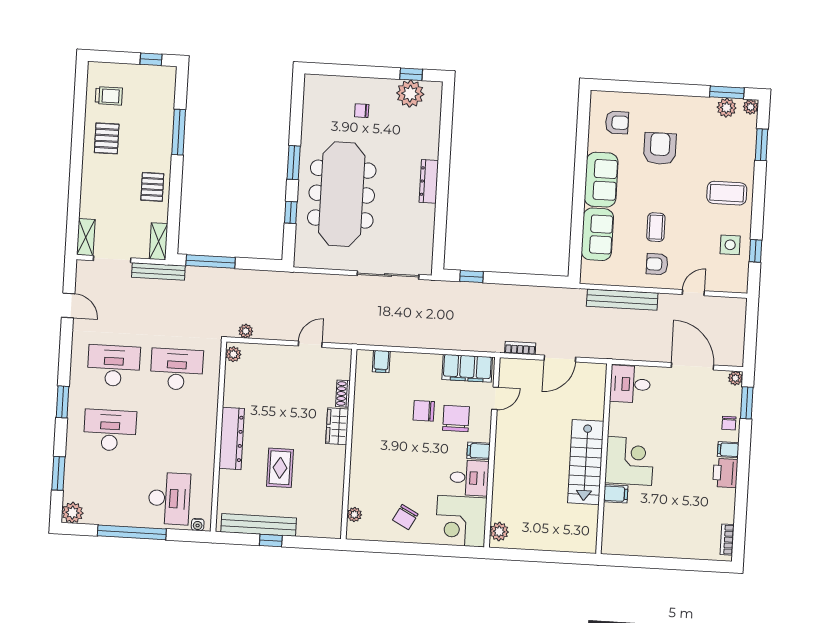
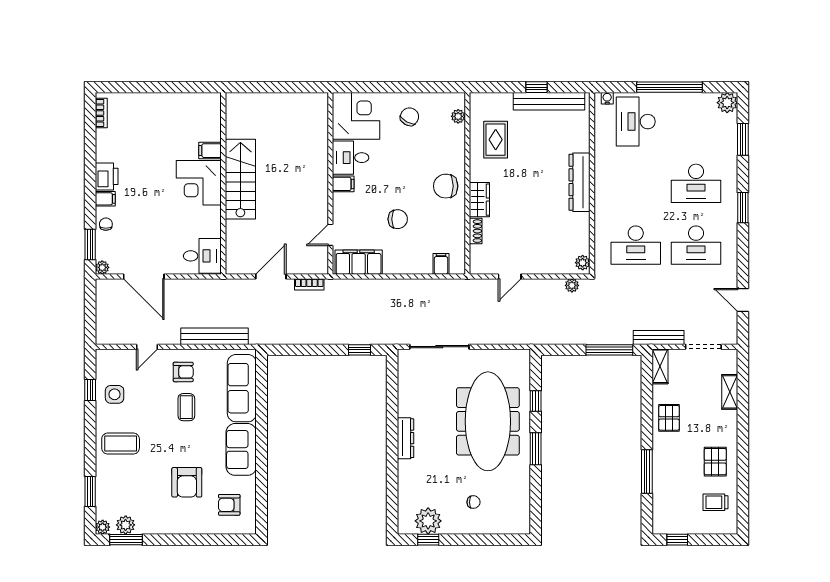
sofa: (597, 234) -> (242, 388), width x1.36
shelving: (86, 237) -> (730, 392), moved
chair: (456, 419) -> (446, 186), moved, turned 90
rug: (280, 468) -> (496, 140), moved
plant: (499, 531) -> (319, 108), removed

